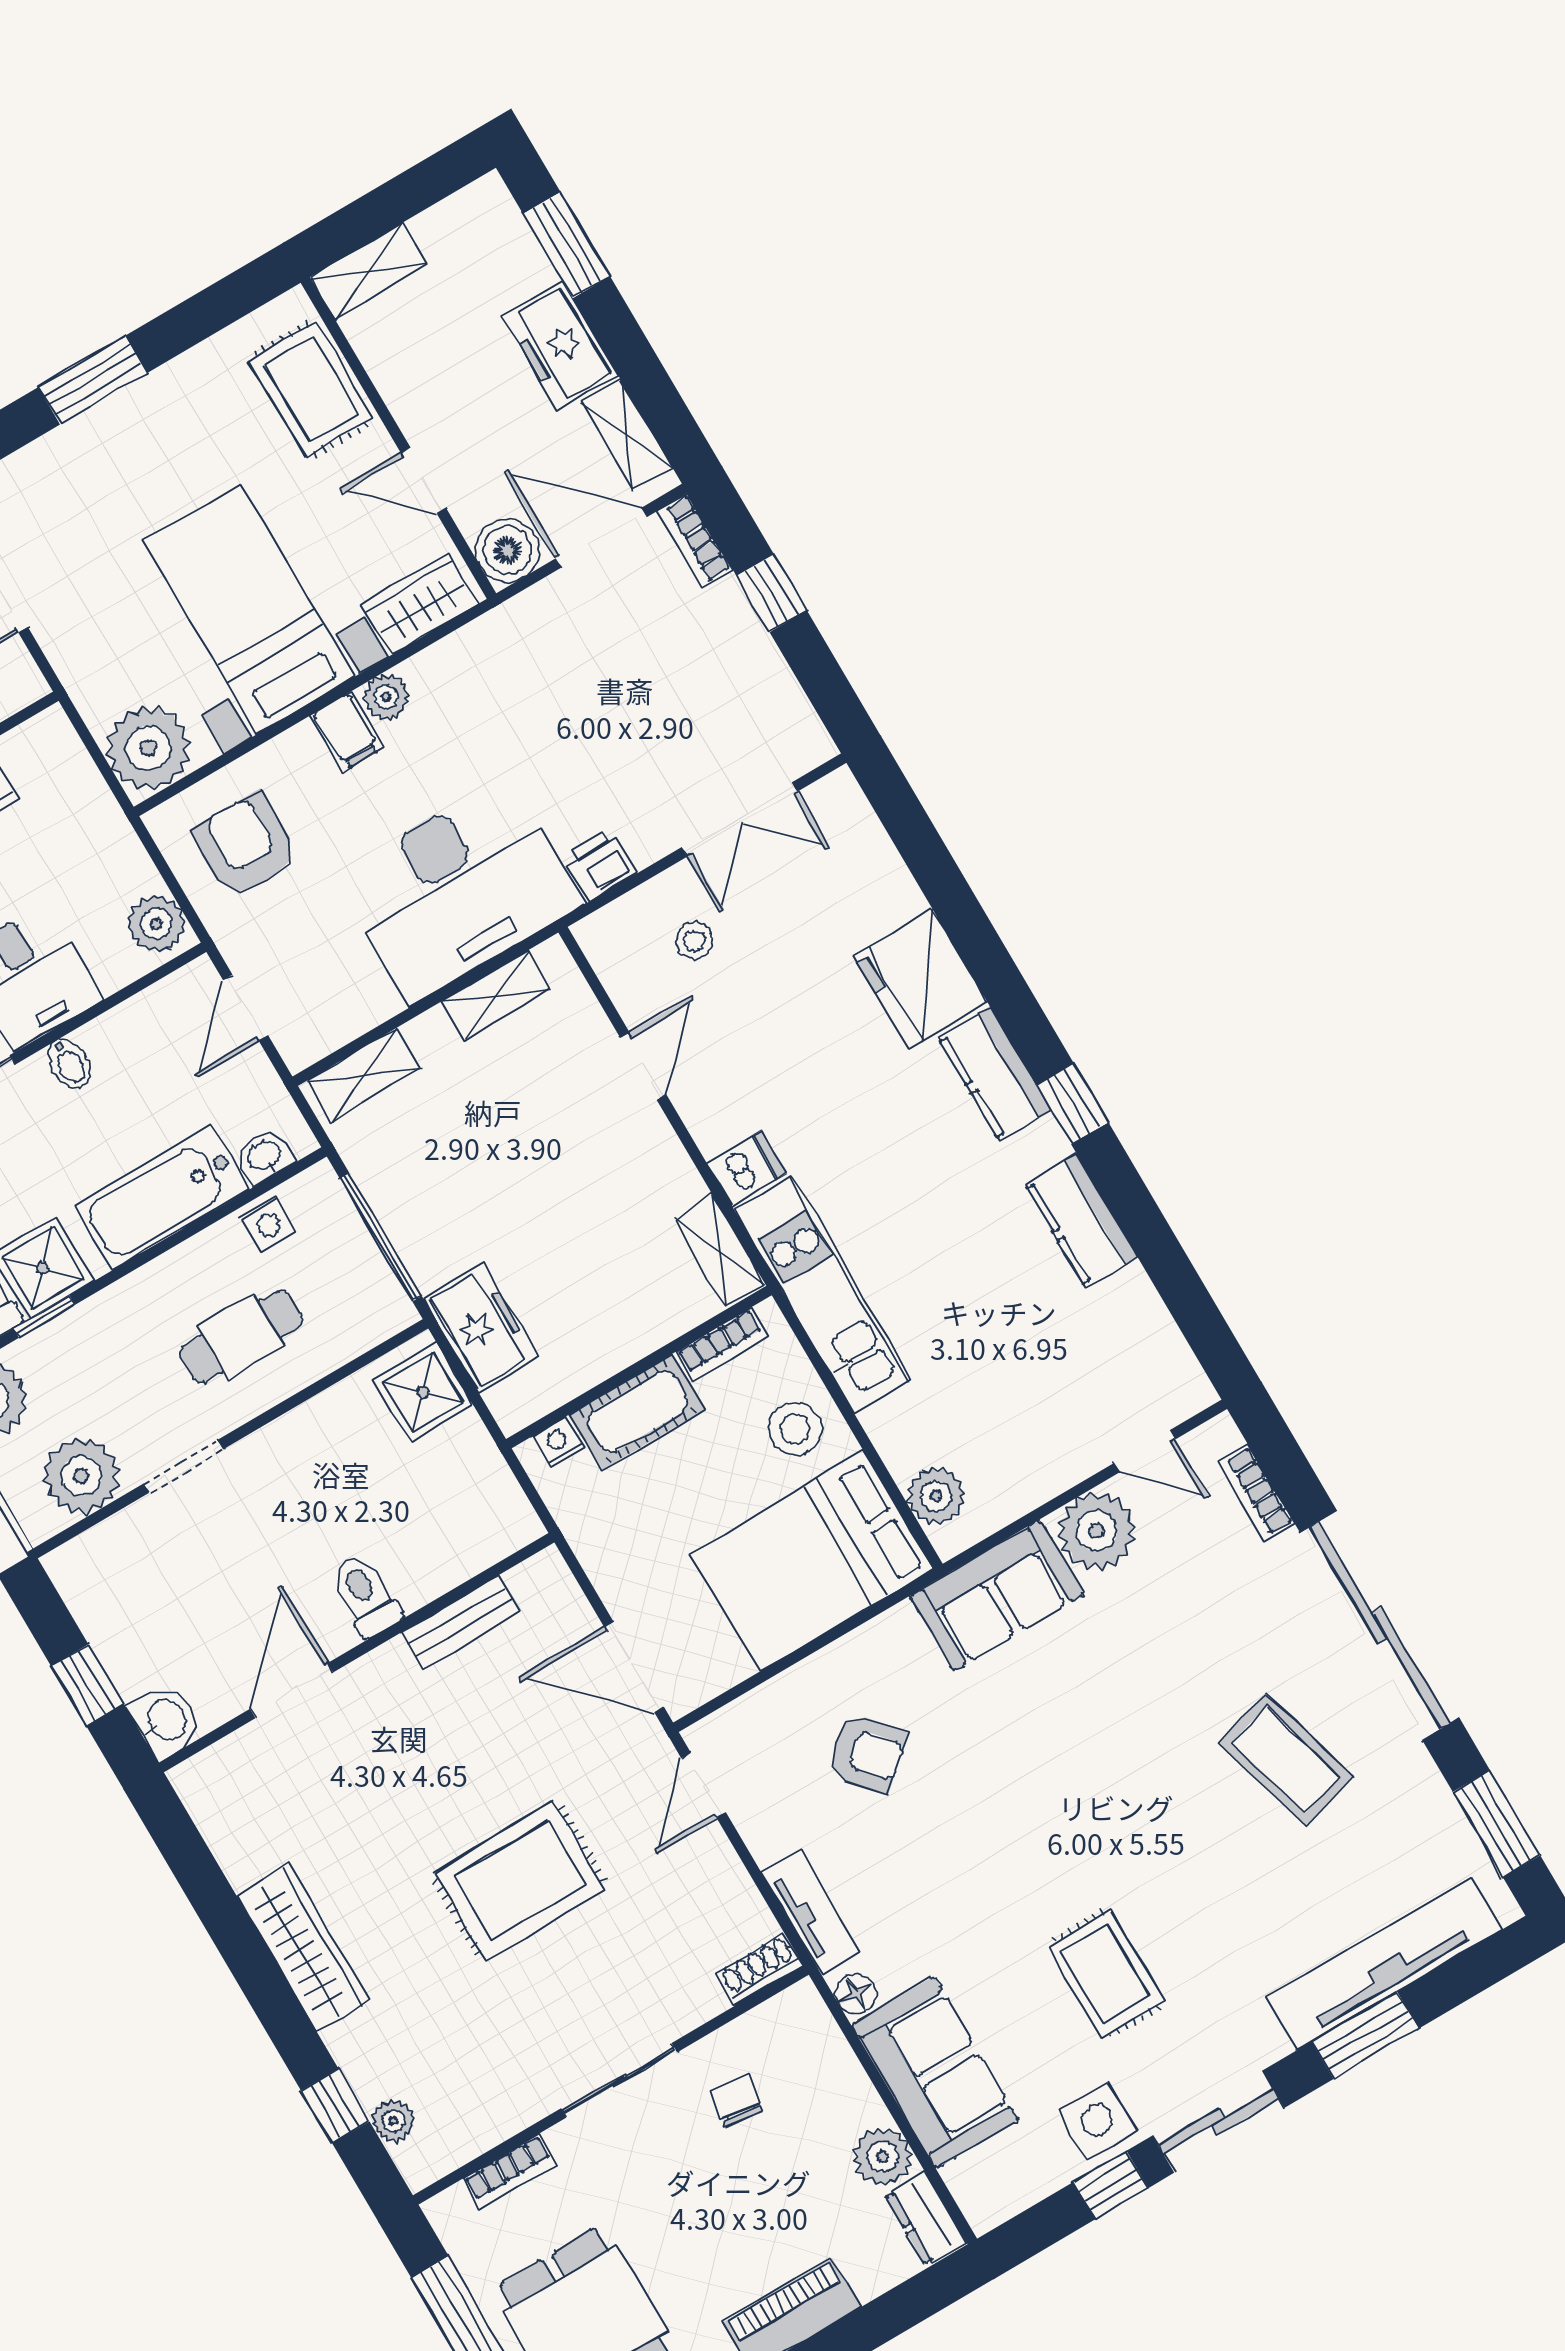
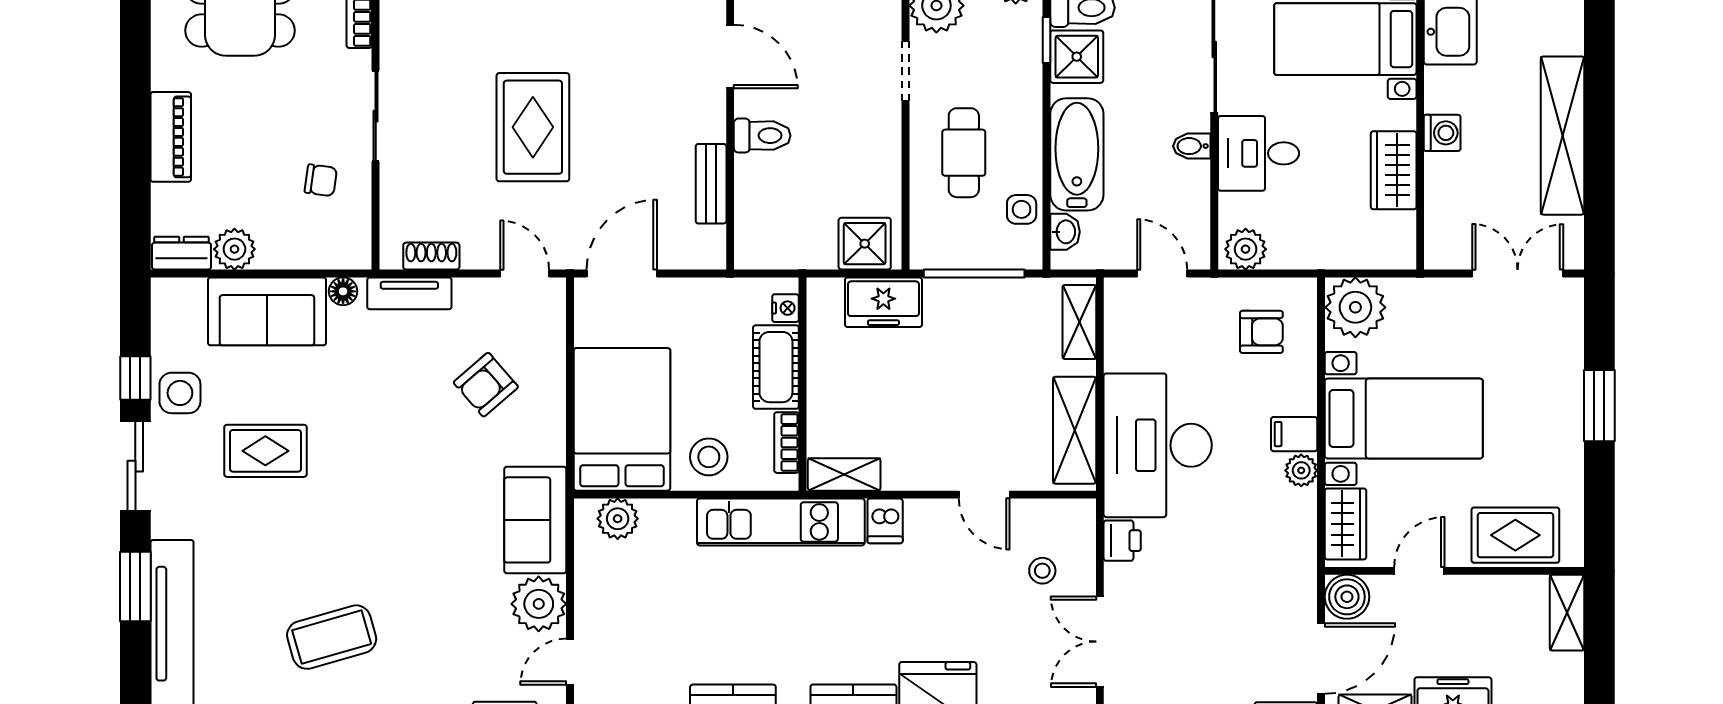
armchair: (246, 845) -> (1261, 332), width x0.72, depth x0.72
shelving: (496, 996) -> (1075, 430), width x1.50, depth x1.33
shoe rack: (760, 1969) -> (431, 256), moved, turned -90

